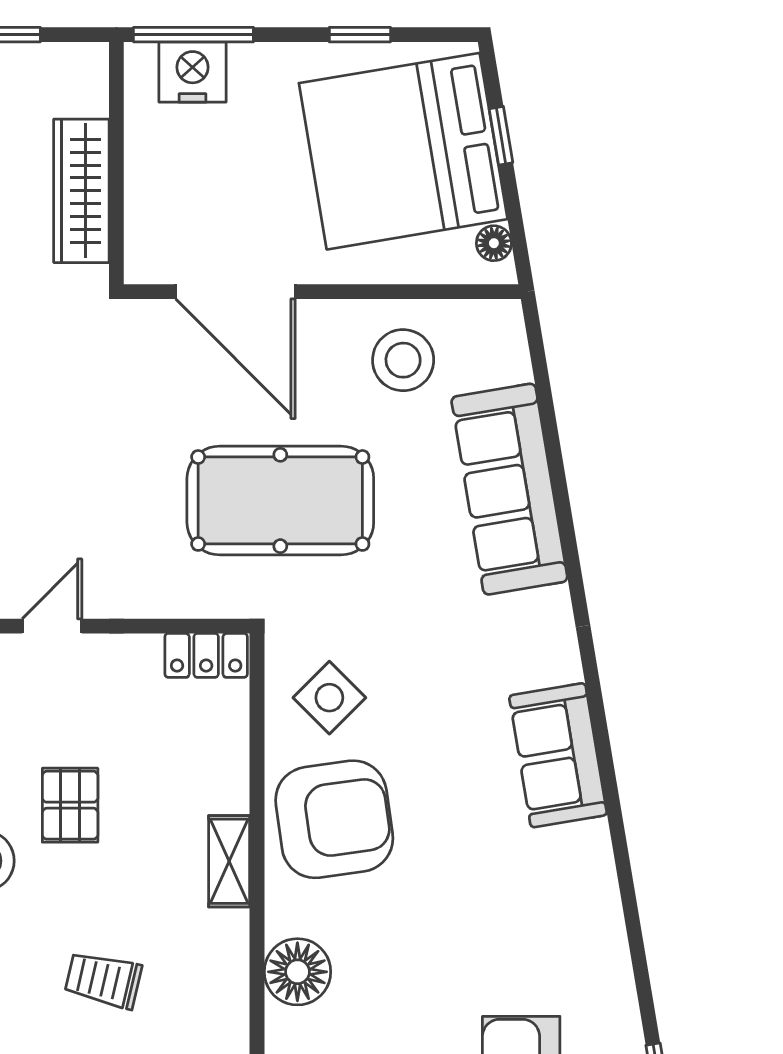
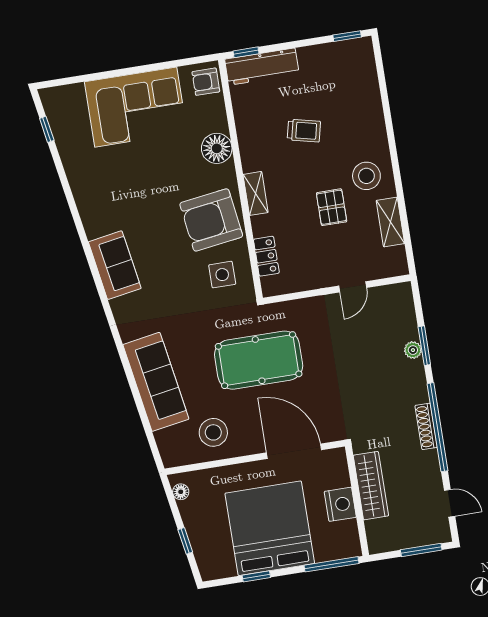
nightstand: (193, 72) -> (340, 504), moved, turned -90
bed: (403, 151) -> (270, 528), moved, turned -80
locker: (206, 655) -> (266, 256), moved, turned 90
side table: (329, 698) -> (222, 275), turned 45

